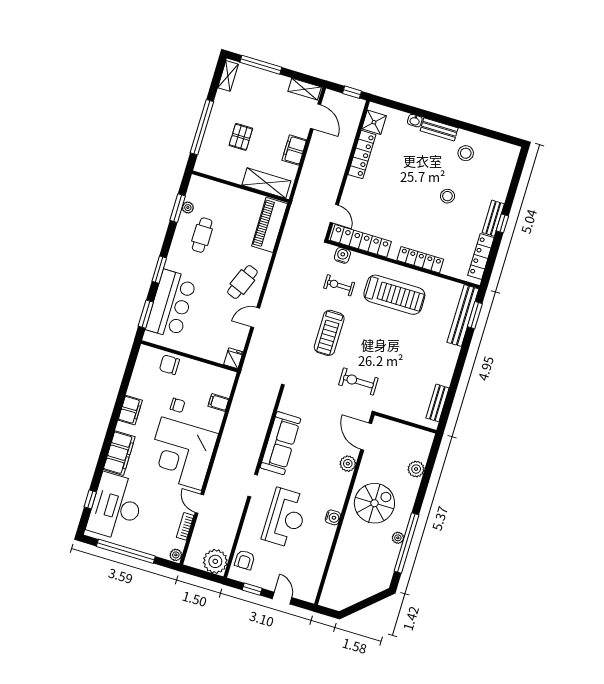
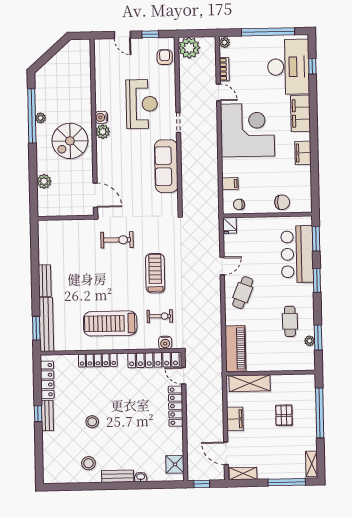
locker: (362, 155) -> (176, 406), moved
bench: (437, 403) -> (45, 281), moved
chair: (178, 405) -> (239, 204), moved
plant: (348, 464) -> (103, 132), moved
reception desk: (285, 518) -> (142, 104), turned 180

